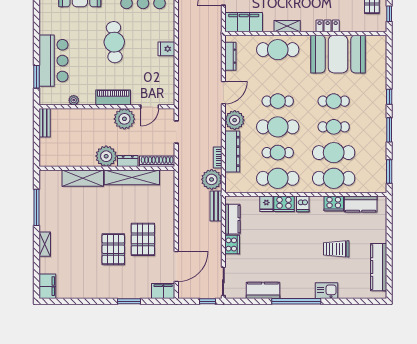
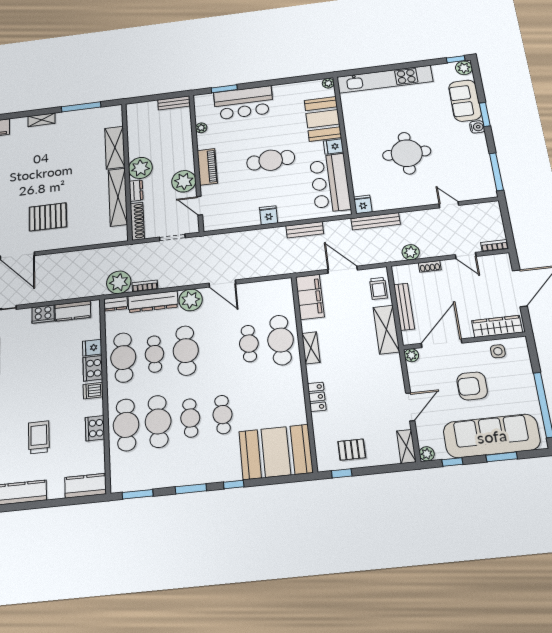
booth: (338, 54) -> (276, 452), moved, turned 90
dresser: (230, 56) -> (115, 304), moved, width x0.70
cafe table: (278, 101) -> (249, 344), moved
kitchen counter: (361, 204) -> (86, 486), moved, turned 90
bench: (216, 206) -> (305, 230), moved
pallet: (113, 249) -> (37, 188), removed

